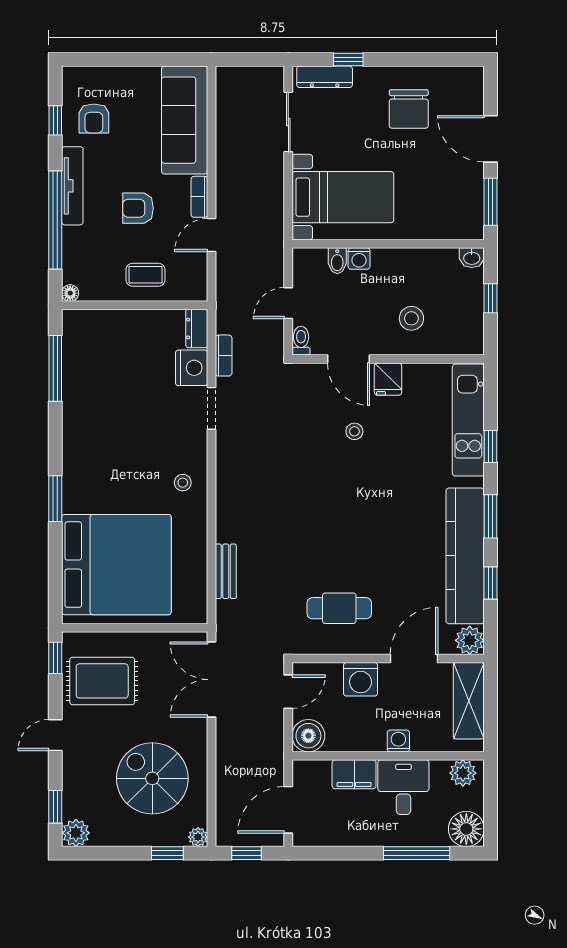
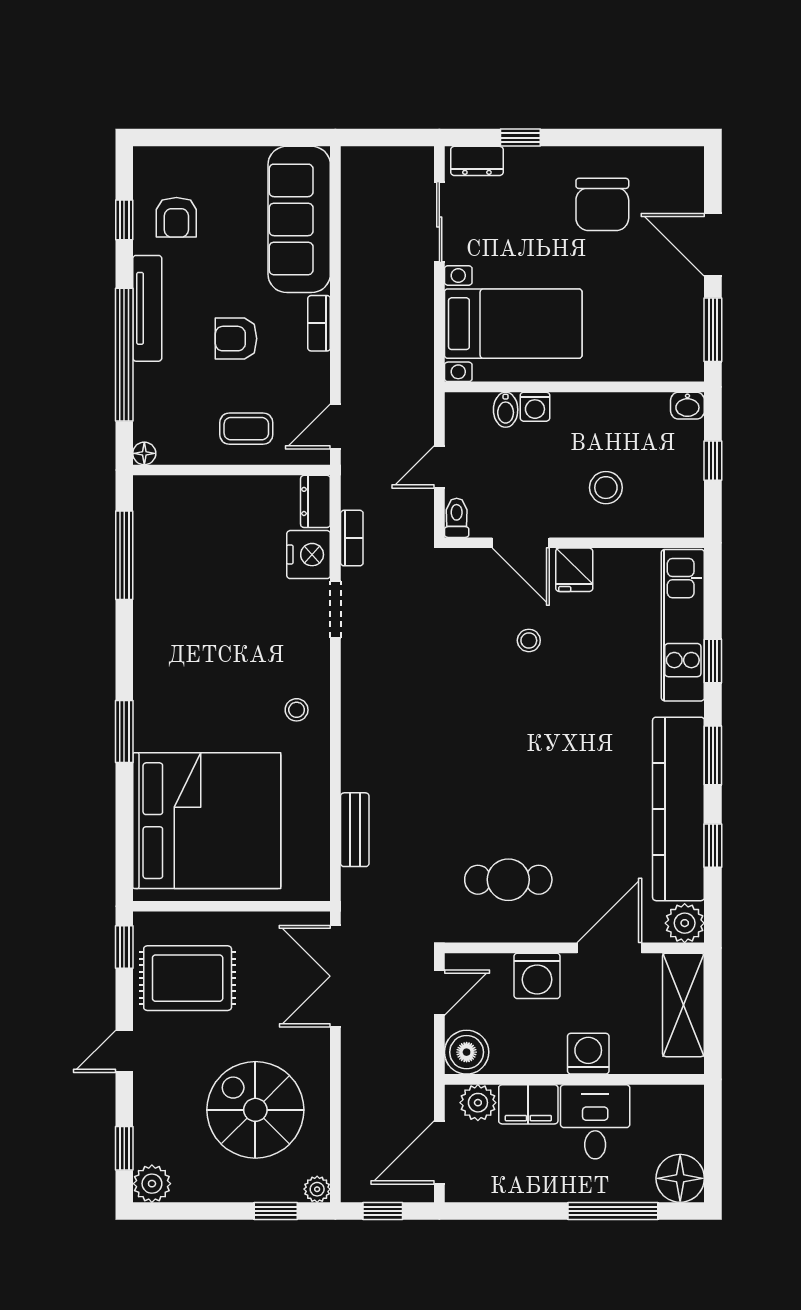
dresser: (325, 77) -> (477, 161), width x0.70
door: (211, 235) -> (335, 427), moved
washing machine: (398, 741) -> (588, 1054), width x1.38, depth x1.38
plant: (463, 773) -> (478, 1103), moved

